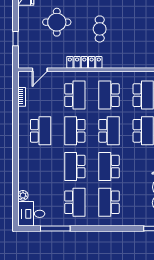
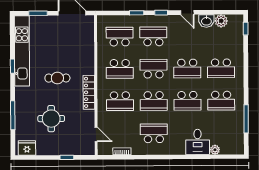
school desk: (75, 95) -> (120, 101), turned 180
school desk: (75, 202) -> (221, 101), turned 180
desk: (31, 214) -> (198, 142), moved

